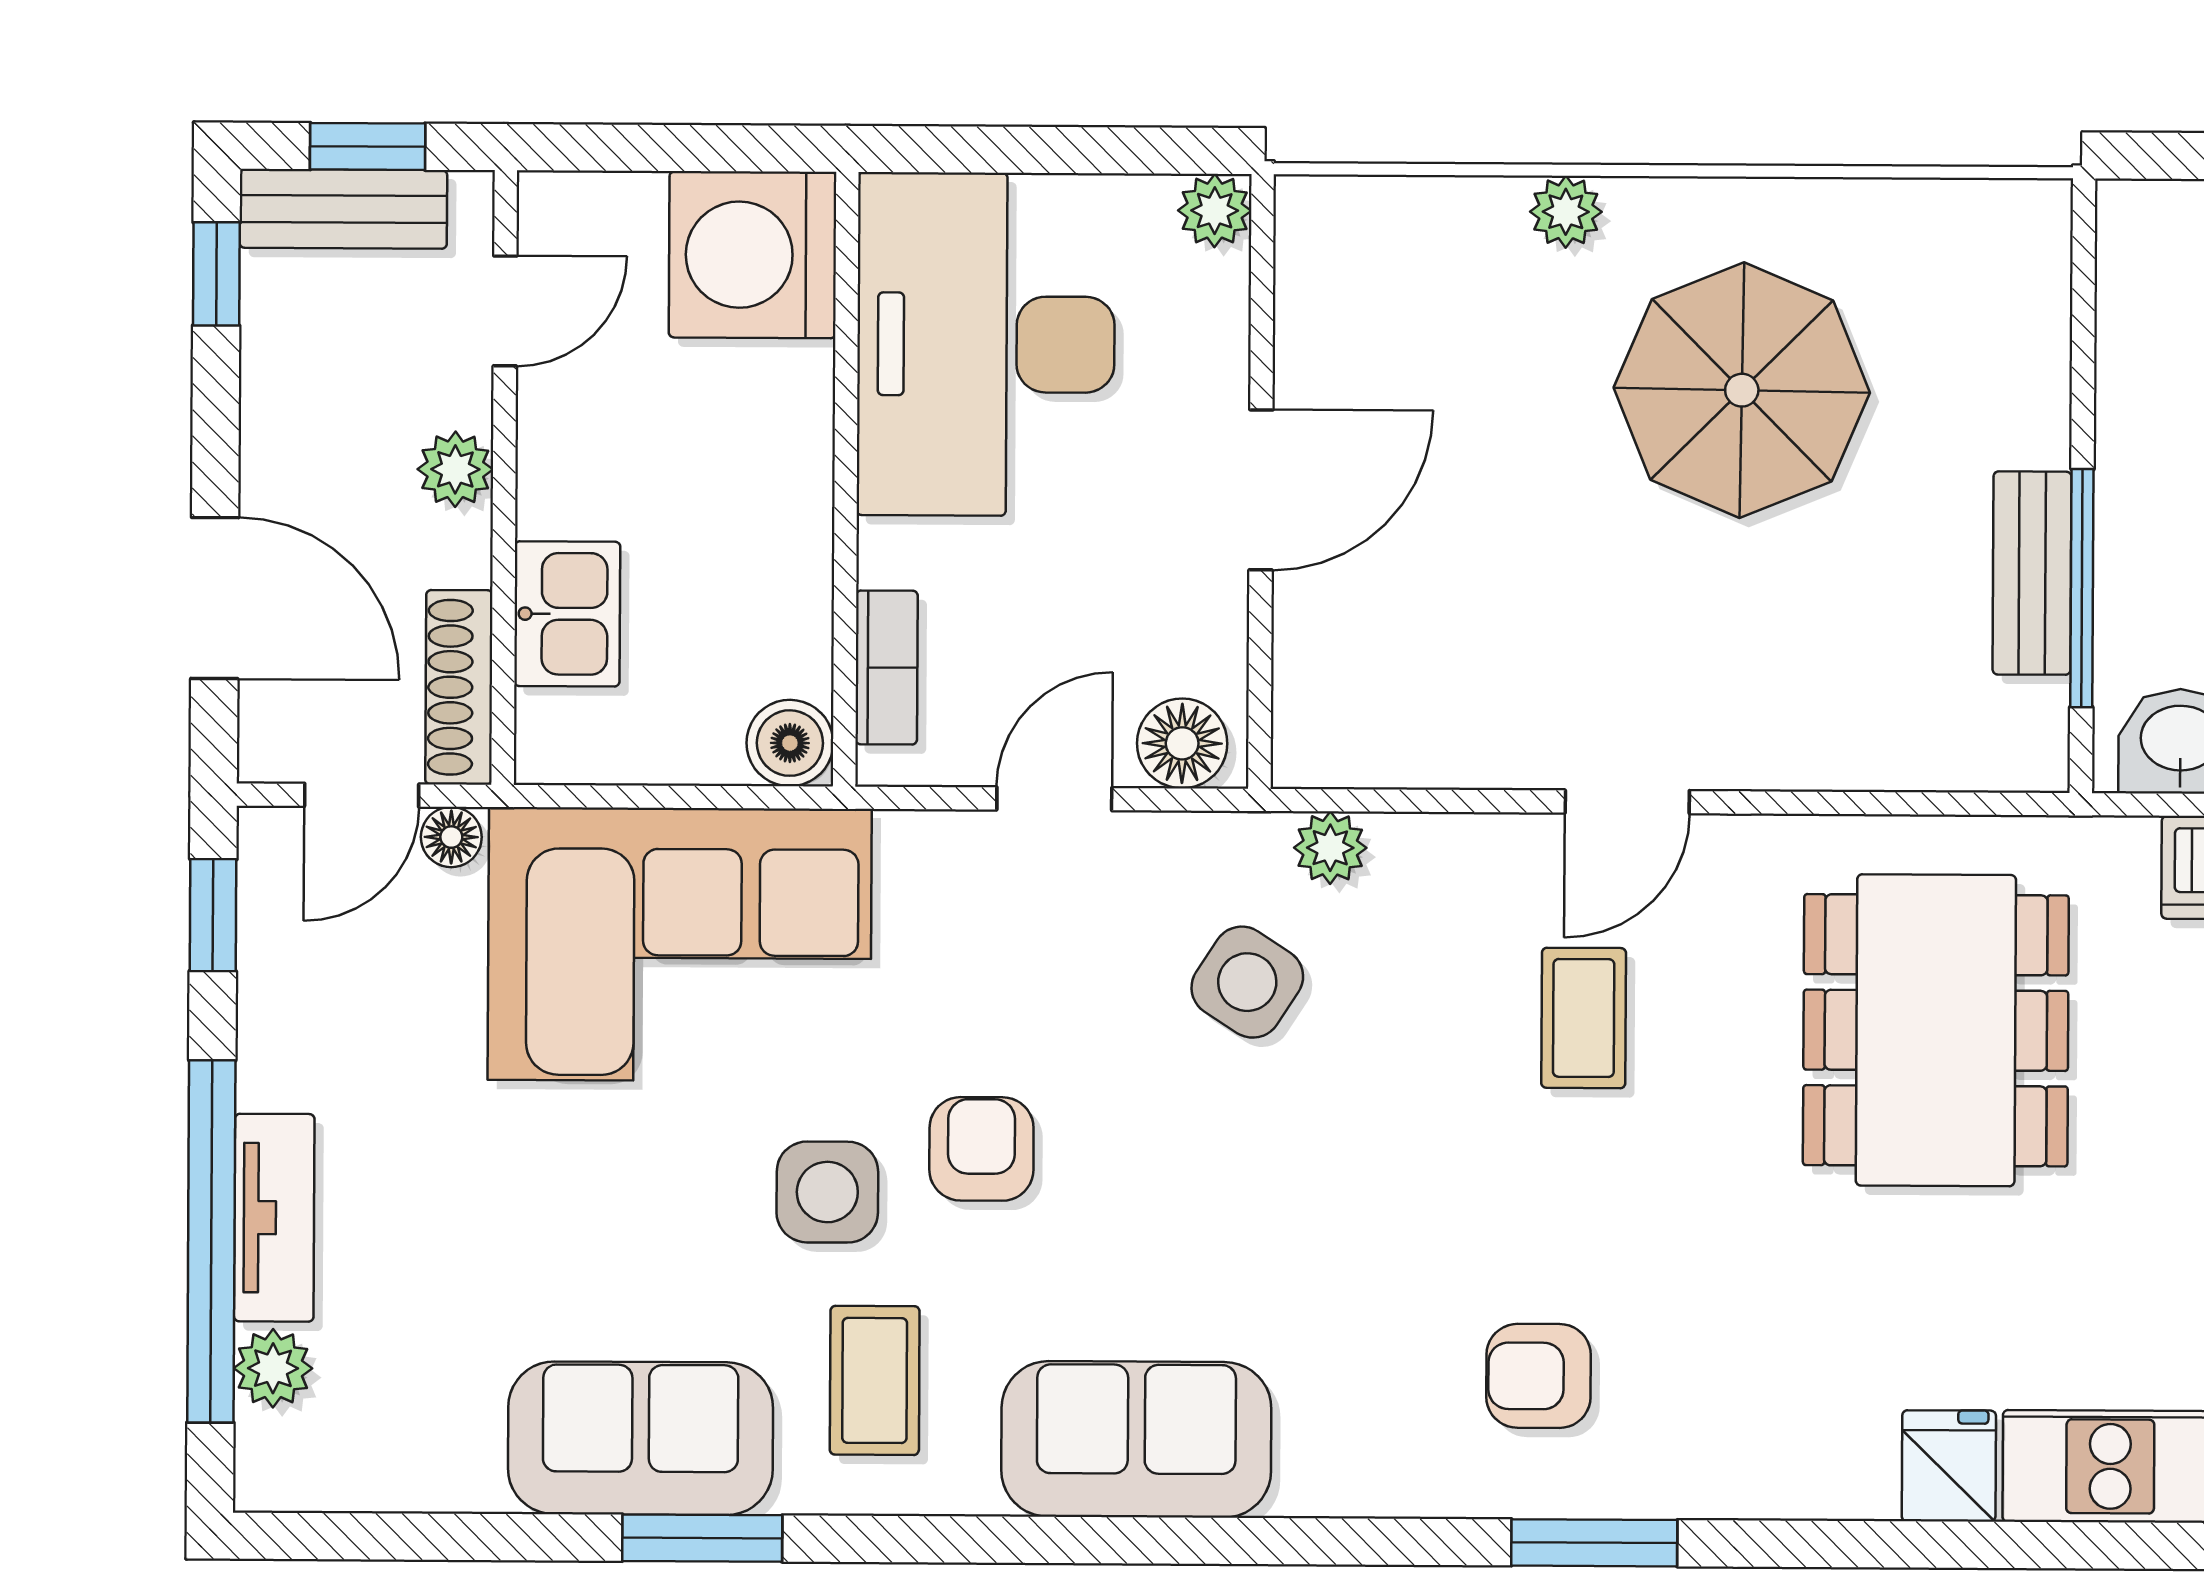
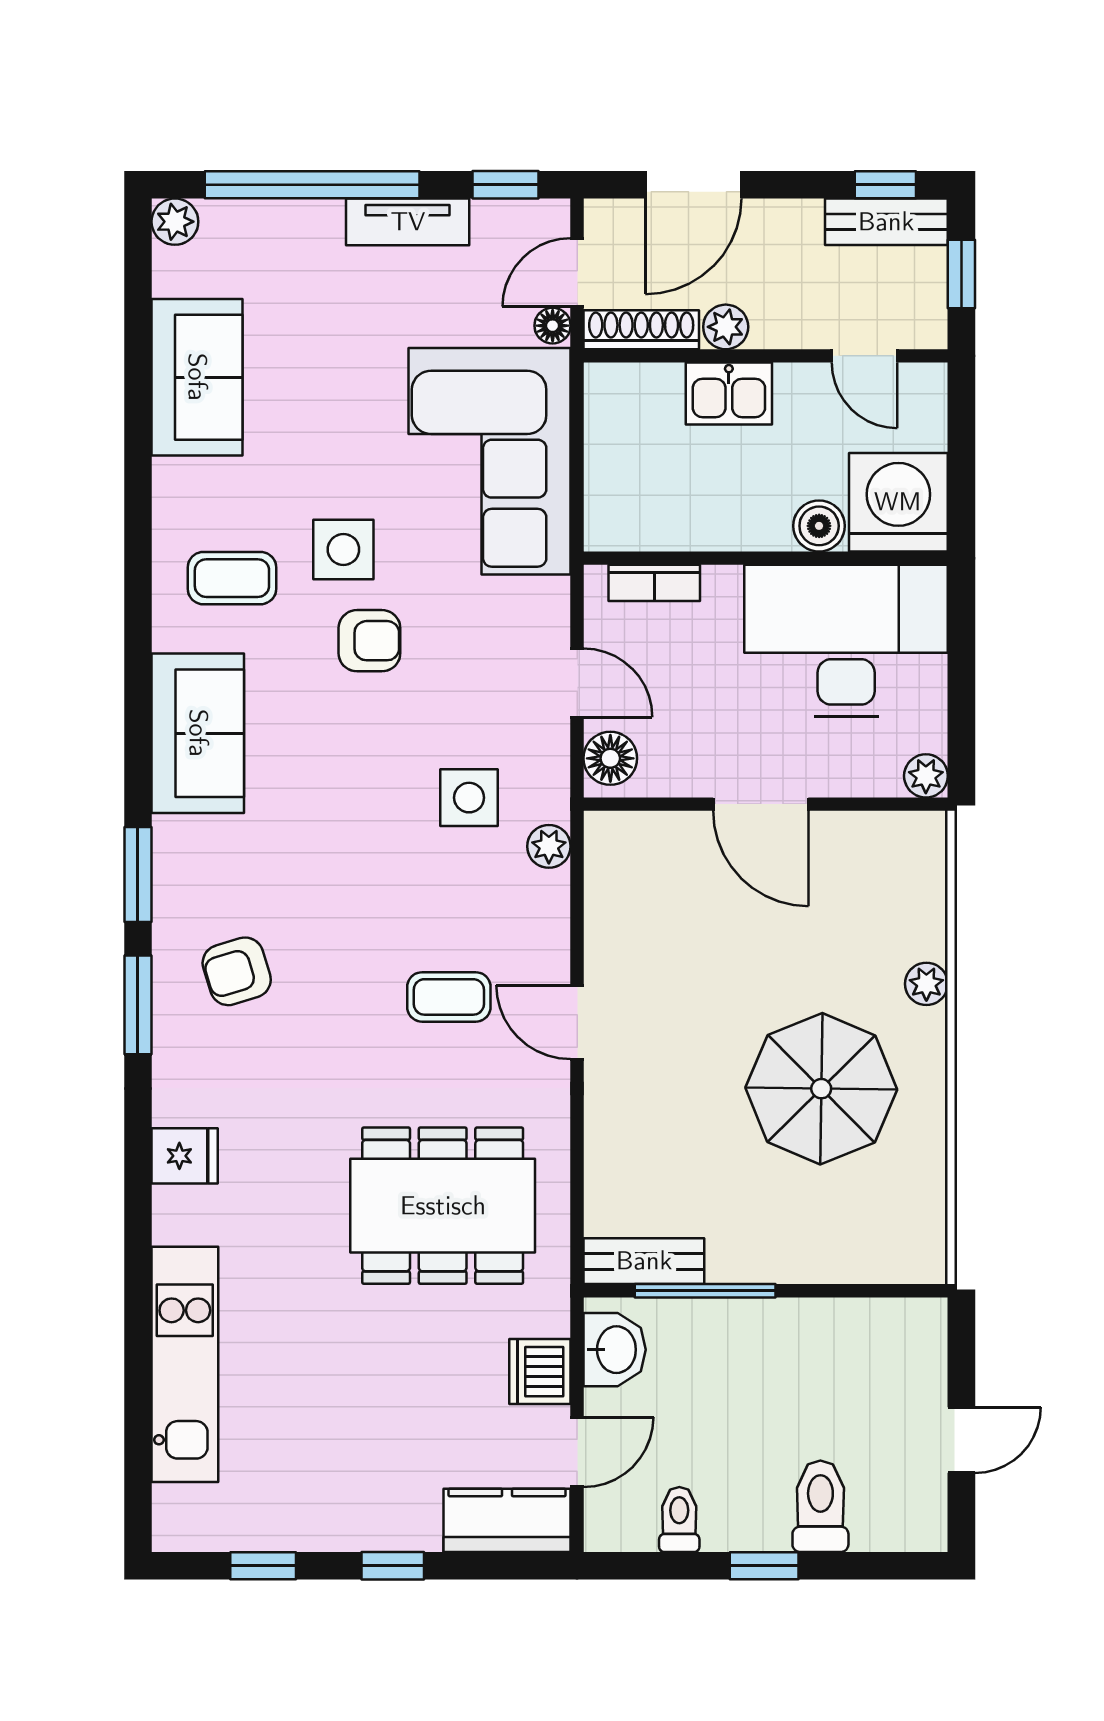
bench: (343, 209) -> (886, 222), moved, turned 90
plant: (455, 469) -> (726, 327), moved
bench: (2032, 573) -> (644, 1261), moved
kitchen sink: (567, 614) -> (729, 394), moved
boiler: (790, 743) -> (819, 526), moved
door: (362, 795) -> (577, 272), hinge flipped
side table: (1247, 982) -> (469, 798), turned -33
tv unit: (274, 1218) -> (408, 222), moved
plant: (273, 1368) -> (175, 222), moved
armchair: (1538, 1376) -> (237, 971), turned -107
sofa: (640, 1438) -> (197, 377), moved
fridge: (1949, 1466) -> (185, 1156), moved
window: (702, 1538) -> (138, 875), moved

